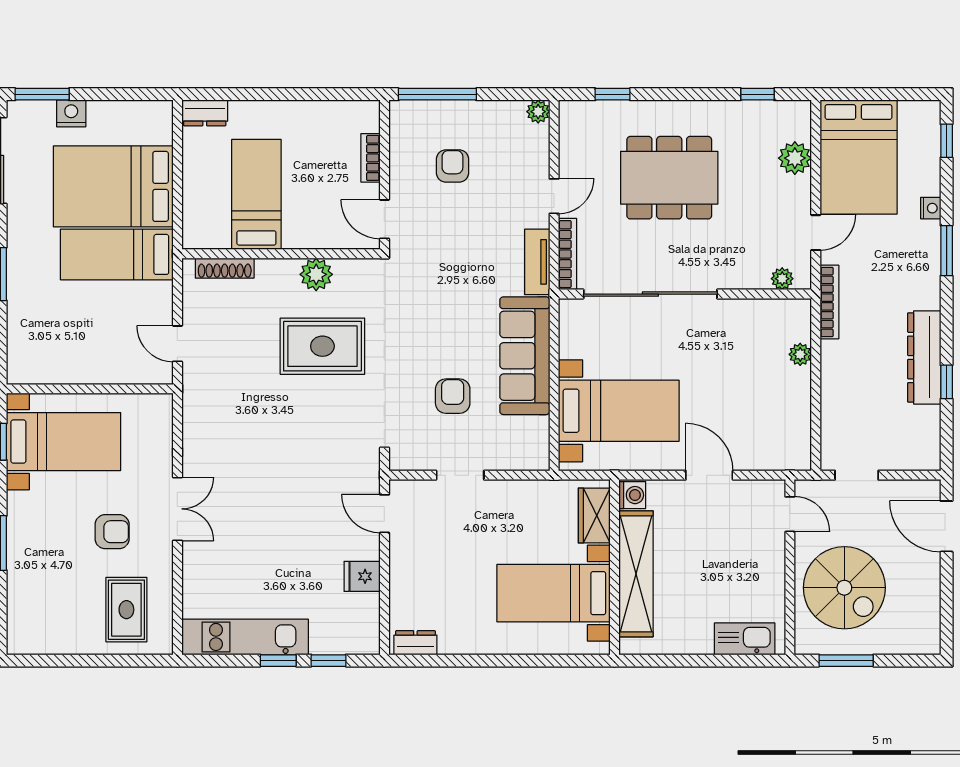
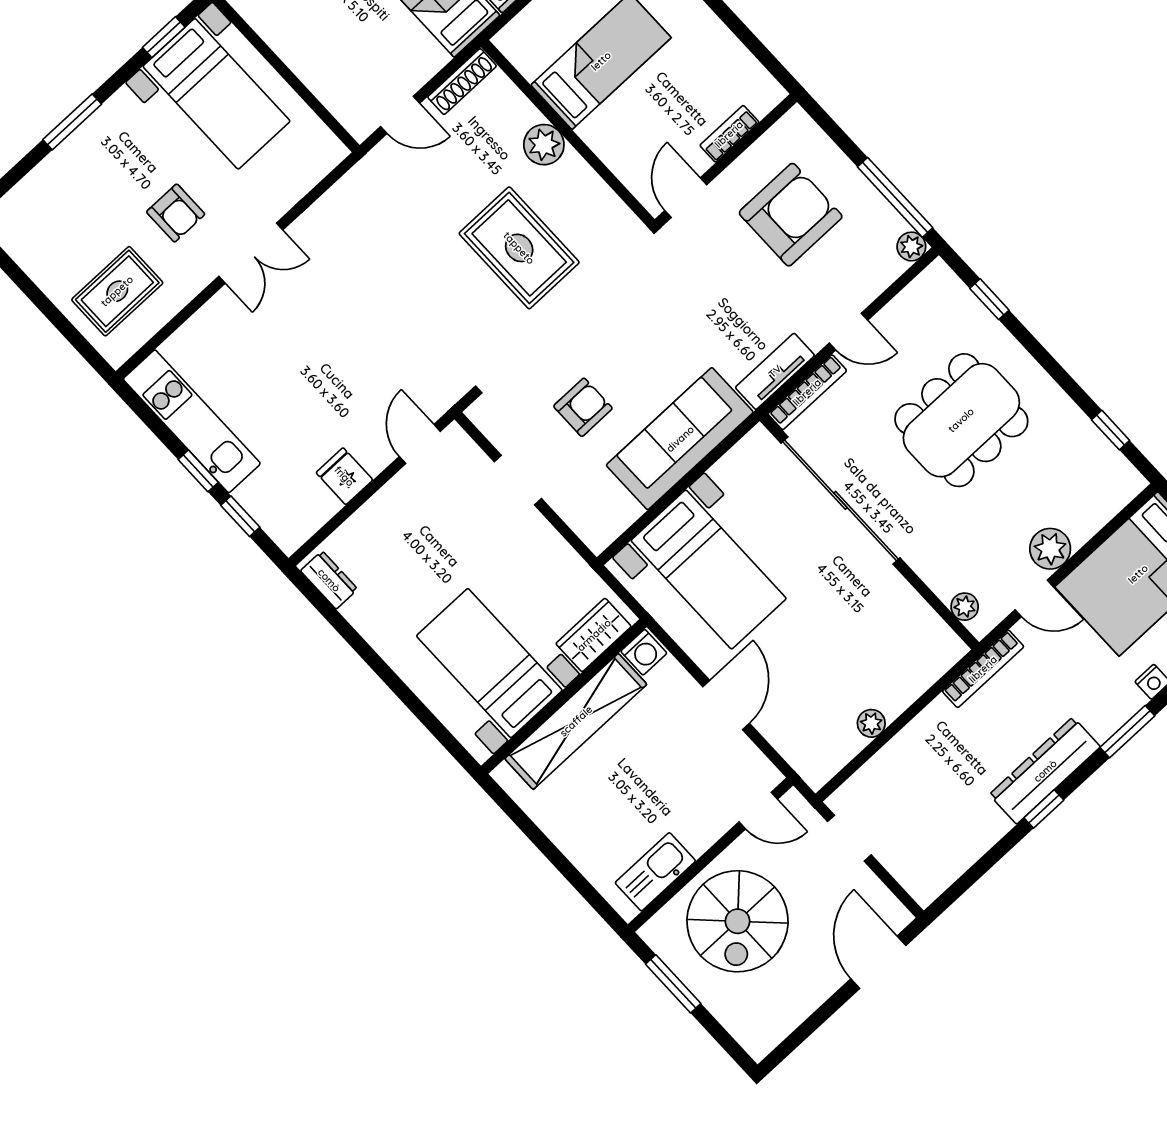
window: (437, 94) -> (895, 197), moved
plant: (795, 158) -> (1050, 549), moved
armchair: (452, 166) -> (791, 215), width x1.88, depth x1.88
dining table: (669, 178) -> (961, 420), turned 90
shoe rack: (225, 268) -> (462, 81), moved, turned -90
plant: (316, 274) -> (544, 145), moved
door: (177, 344) -> (400, 115), swing flipped
plant: (800, 354) -> (871, 723), moved
dresser: (924, 357) -> (1045, 771), moved
window: (947, 382) -> (1044, 809), moved
door: (790, 514) -> (758, 811), hinge flipped
kitchen sink: (745, 639) -> (655, 872), moved, turned -90

